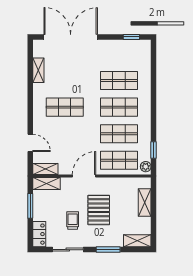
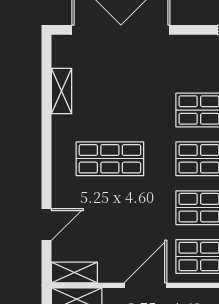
door: (30, 143) -> (47, 225), hinge flipped

